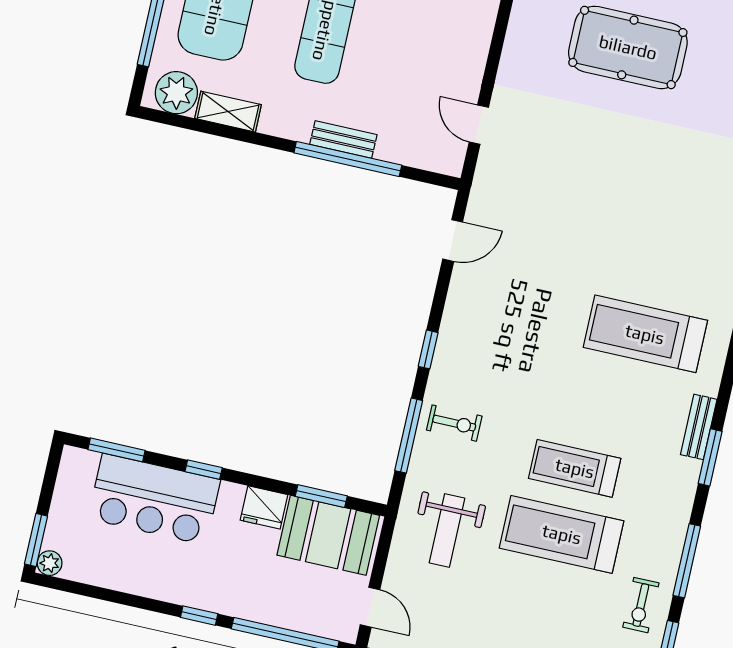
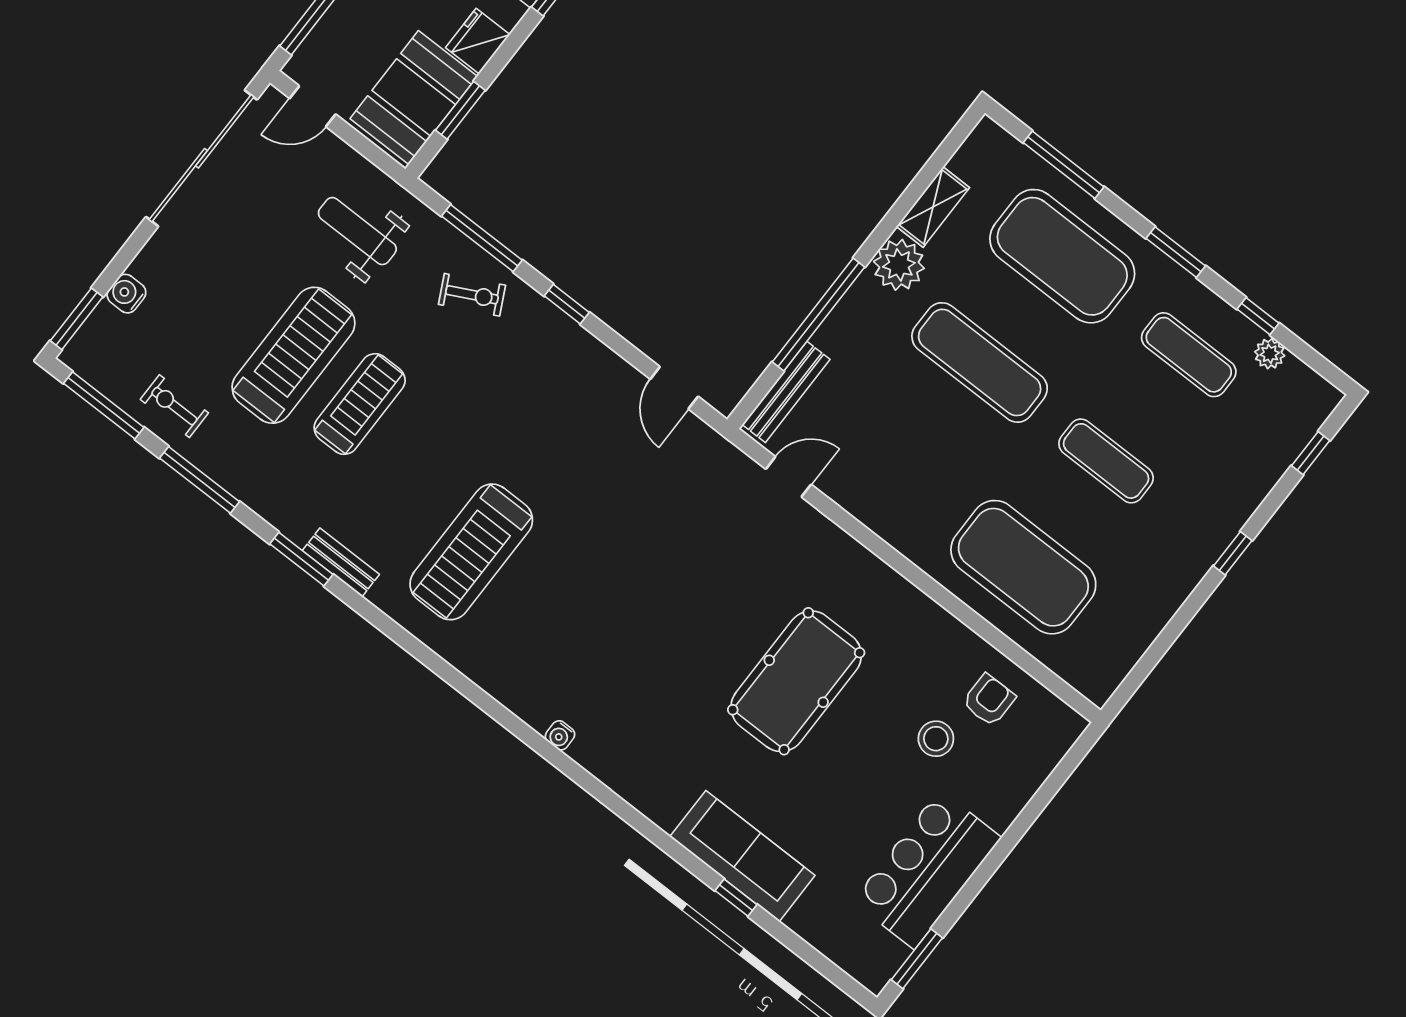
plant: (176, 93) -> (899, 265), moved
bench: (343, 139) -> (786, 392), moved, width x1.36
treadmill: (645, 334) -> (471, 552), turned 180
exercise bike: (454, 423) -> (472, 295), turned -117

